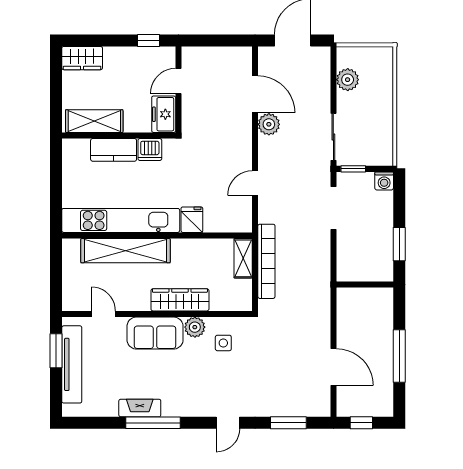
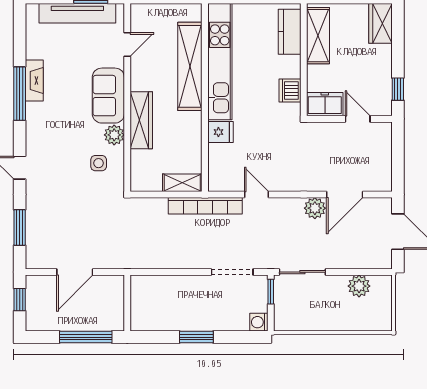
kitchen counter: (114, 150) -> (290, 32), moved
bookcase: (266, 261) -> (205, 206), moved
wall: (365, 285) -> (127, 303), moved

